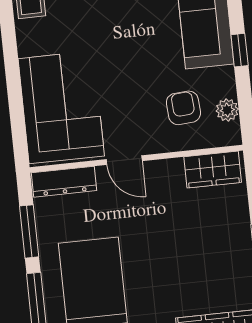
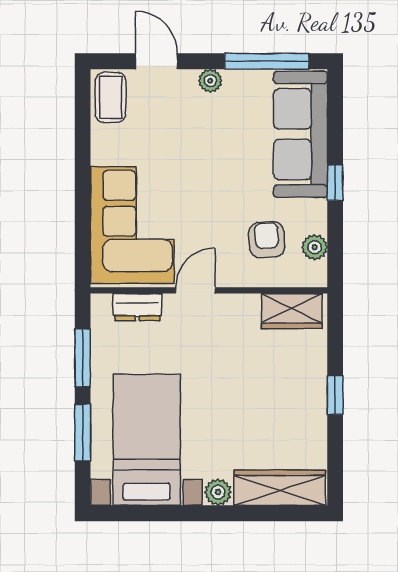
door: (124, 160) -> (195, 290), swing flipped
dresser: (64, 182) -> (137, 307), width x0.70

